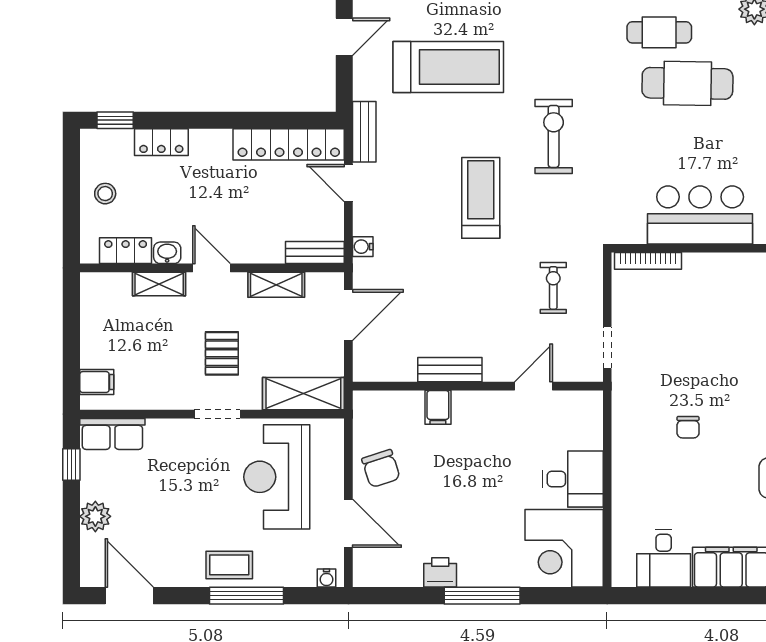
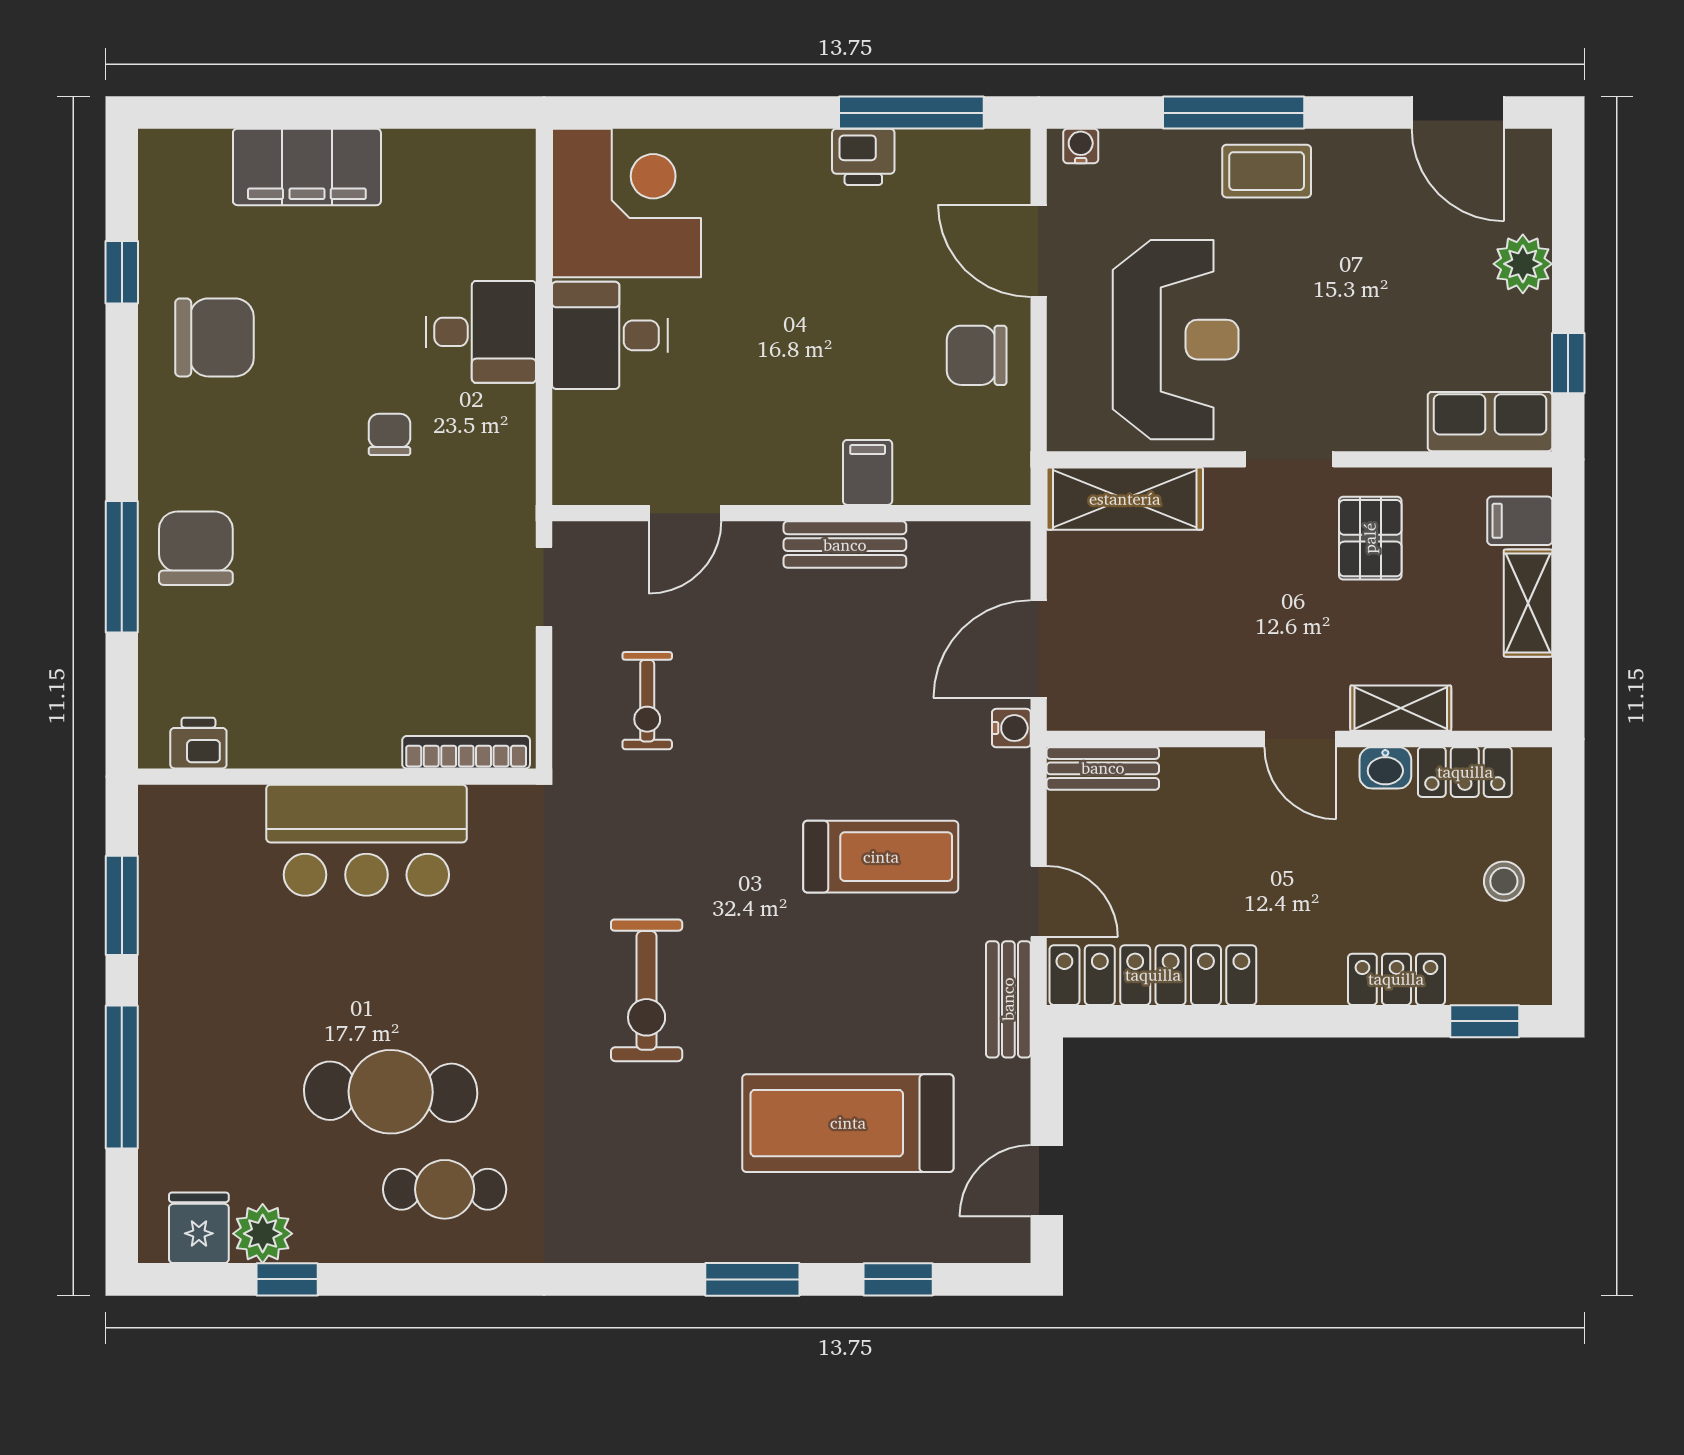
treadmill: (481, 198) -> (881, 857), moved, turned -90
water cooler: (363, 247) -> (1011, 728), moved
shelving: (276, 285) -> (1528, 603), moved, turned 90
pallet: (222, 353) -> (1370, 538), moved
chair: (381, 469) -> (977, 355), turned -72
desk: (664, 558) -> (481, 332), moved, turned 90
window: (482, 596) -> (911, 113), moved

